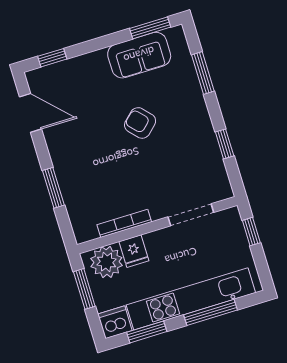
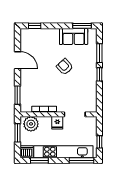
door: (30, 113) -> (17, 60), moved
window: (225, 144) -> (99, 74), moved
window: (53, 188) -> (17, 95), moved
window: (251, 232) -> (99, 142), moved
fridge: (134, 251) -> (57, 123), moved
window: (211, 312) -> (81, 160), moved

